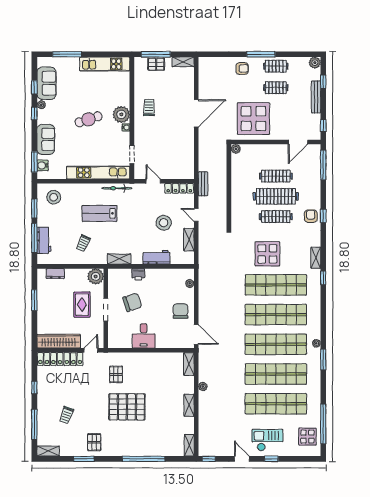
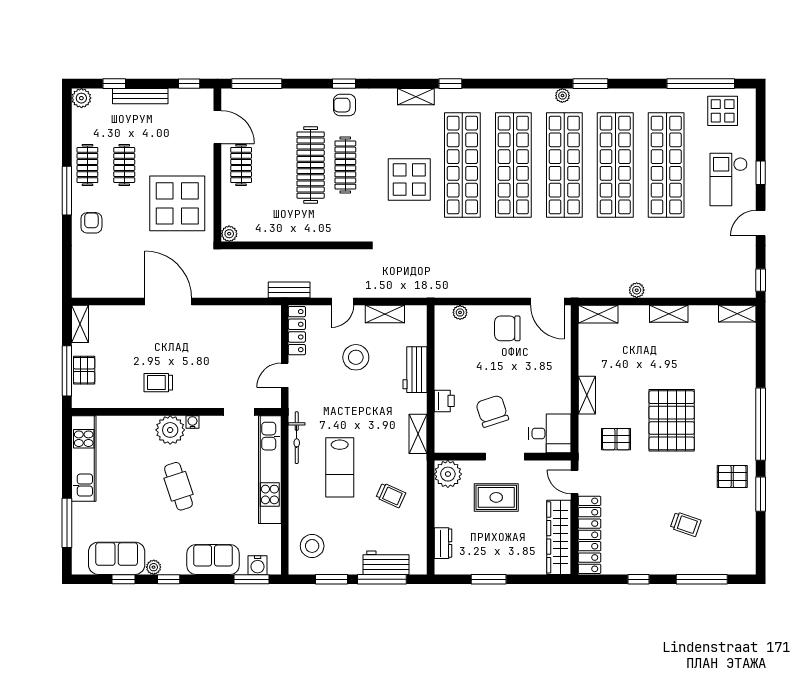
clothes rail: (276, 176) -> (241, 165), moved, width x0.73
door: (196, 334) -> (547, 302), swing flipped
desk: (144, 336) -> (550, 433), moved
shelving: (48, 451) -> (587, 395), moved
window: (144, 459) -> (761, 424), moved

